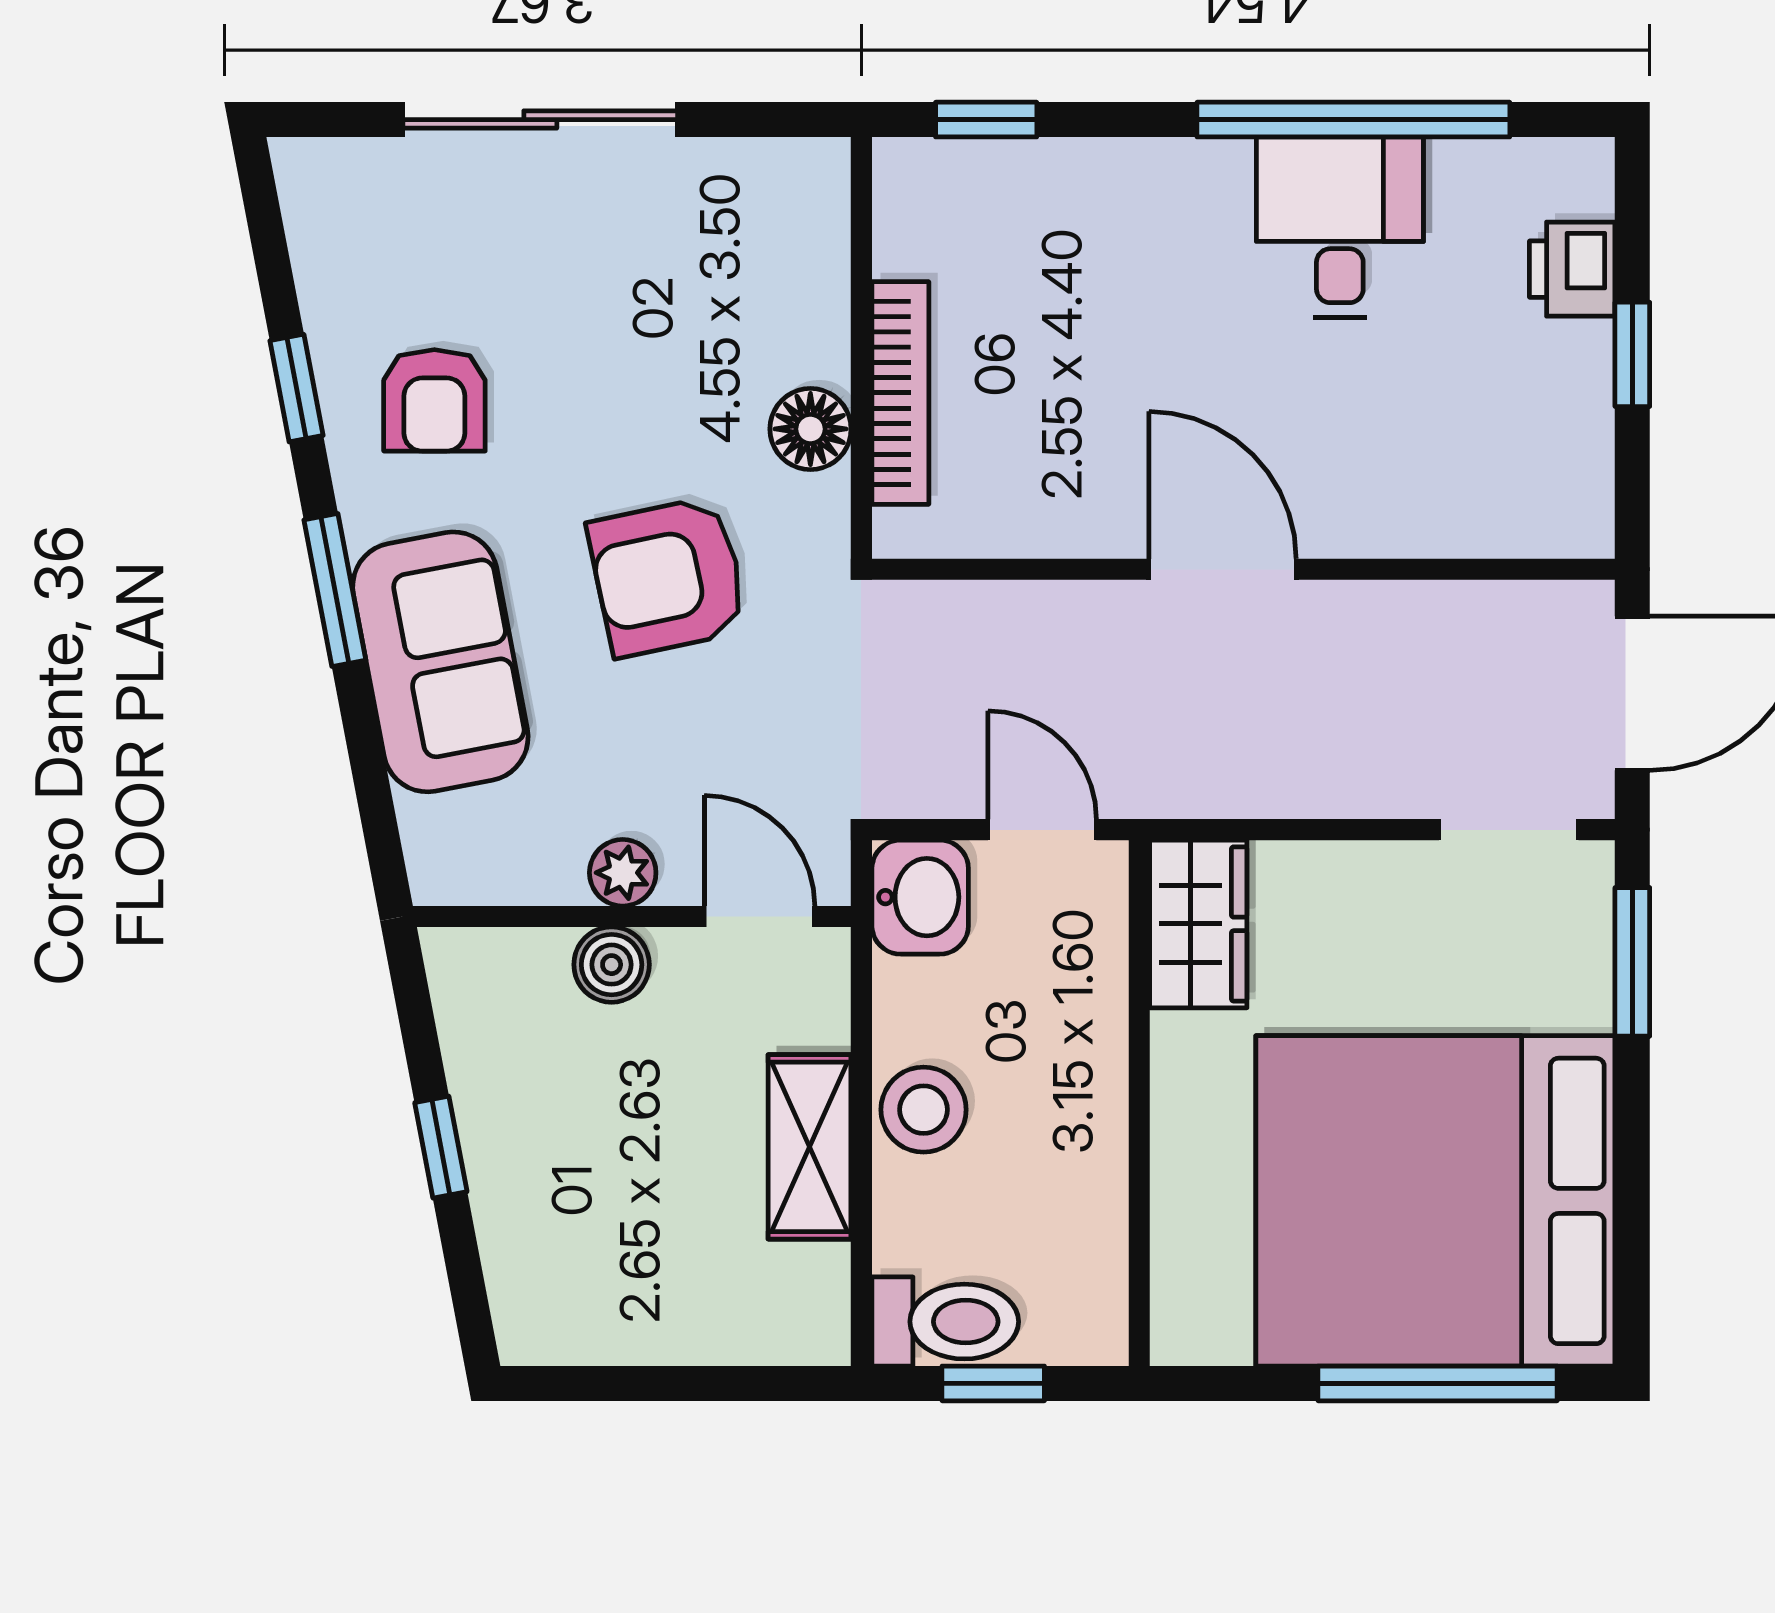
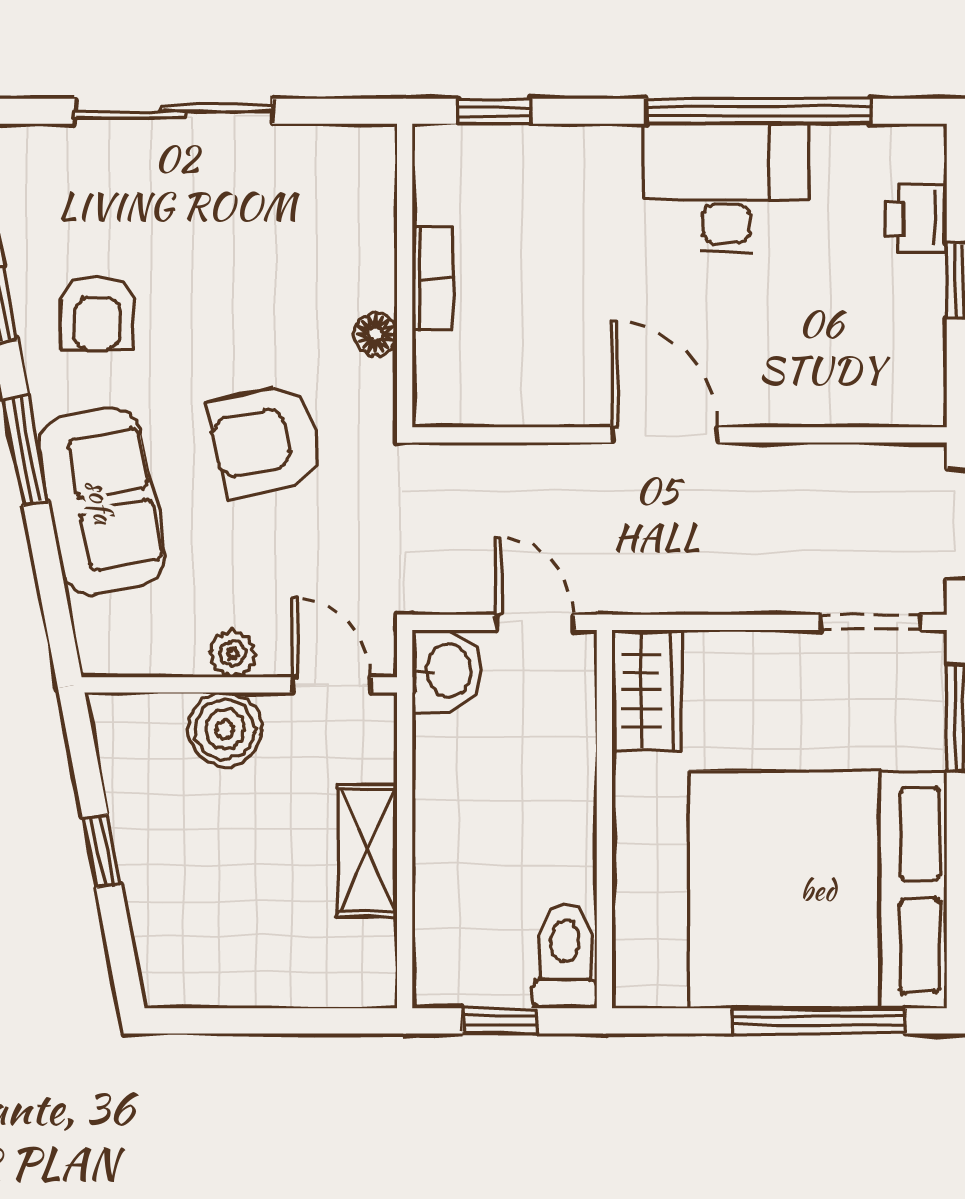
desk: (1340, 227) -> (726, 189), width x1.37
bookcase: (900, 393) -> (433, 279), width x0.64
floor lamp: (810, 429) -> (376, 334), width x0.73, depth x0.73
boiler: (612, 965) -> (225, 729), width x1.36, depth x1.36
stool: (924, 1110) -> (449, 824), removed
toilet: (945, 1322) -> (565, 956), moved, turned -90

